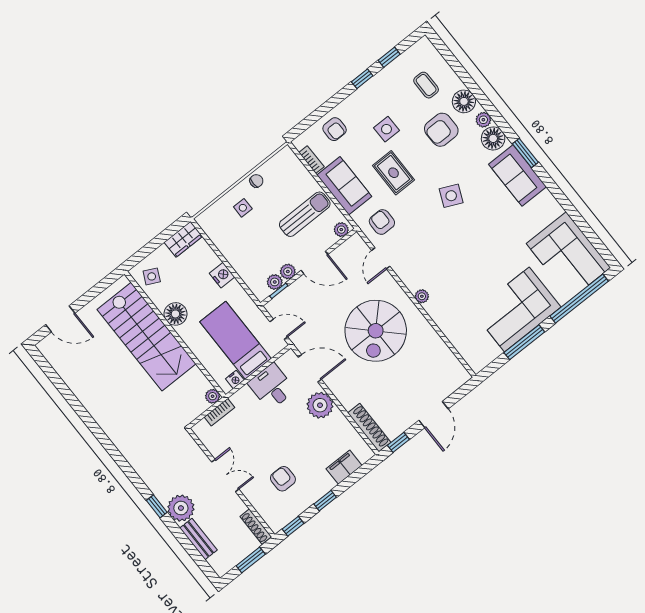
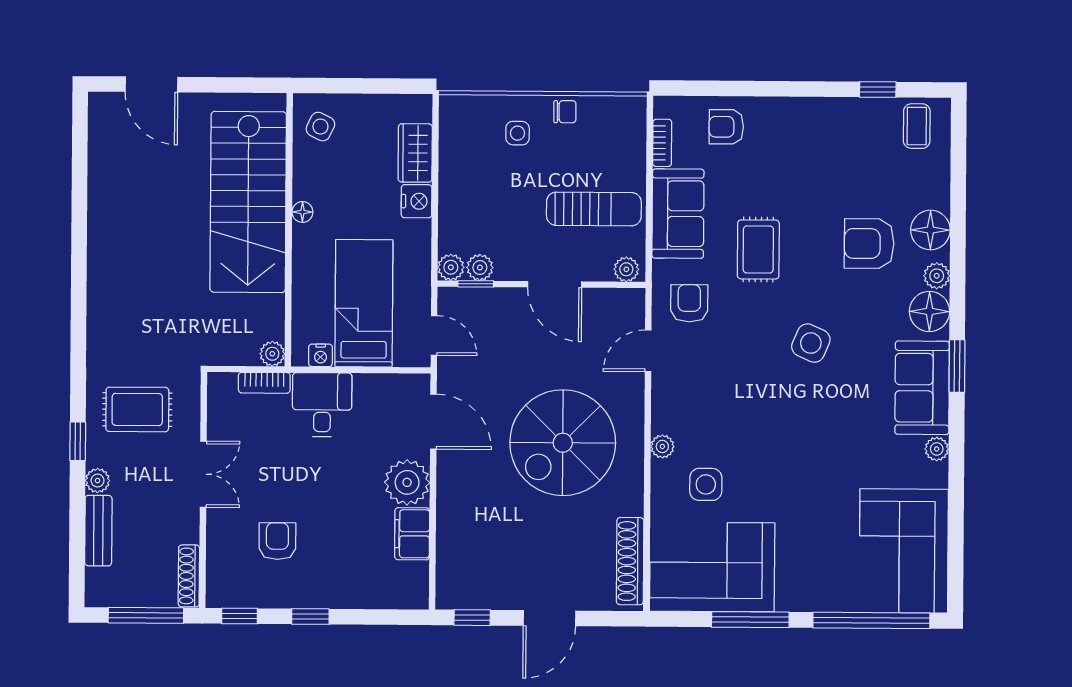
window: (362, 79) -> (818, 89), removed
coffee table: (426, 85) -> (917, 126), moved
armchair: (335, 129) -> (726, 127), turned 90
side table: (387, 129) -> (706, 484), moved
plant: (546, 198) -> (937, 449), added
wardrobe: (183, 239) -> (415, 153), moved, turned 90
plant: (288, 272) -> (451, 267), moved
corner sofa: (517, 310) -> (712, 567), moved
floor lamp: (175, 314) -> (302, 212), width x0.53, depth x0.53
desk: (272, 387) -> (322, 405), moved
shoe rack: (369, 428) -> (630, 561), moved, turned 180
filing cabinet: (344, 467) -> (412, 534), moved, turned -90
rug: (172, 470) -> (137, 409), added
plant: (181, 508) -> (98, 481), width x0.53, depth x0.53
window: (251, 560) -> (146, 615), width x1.44

